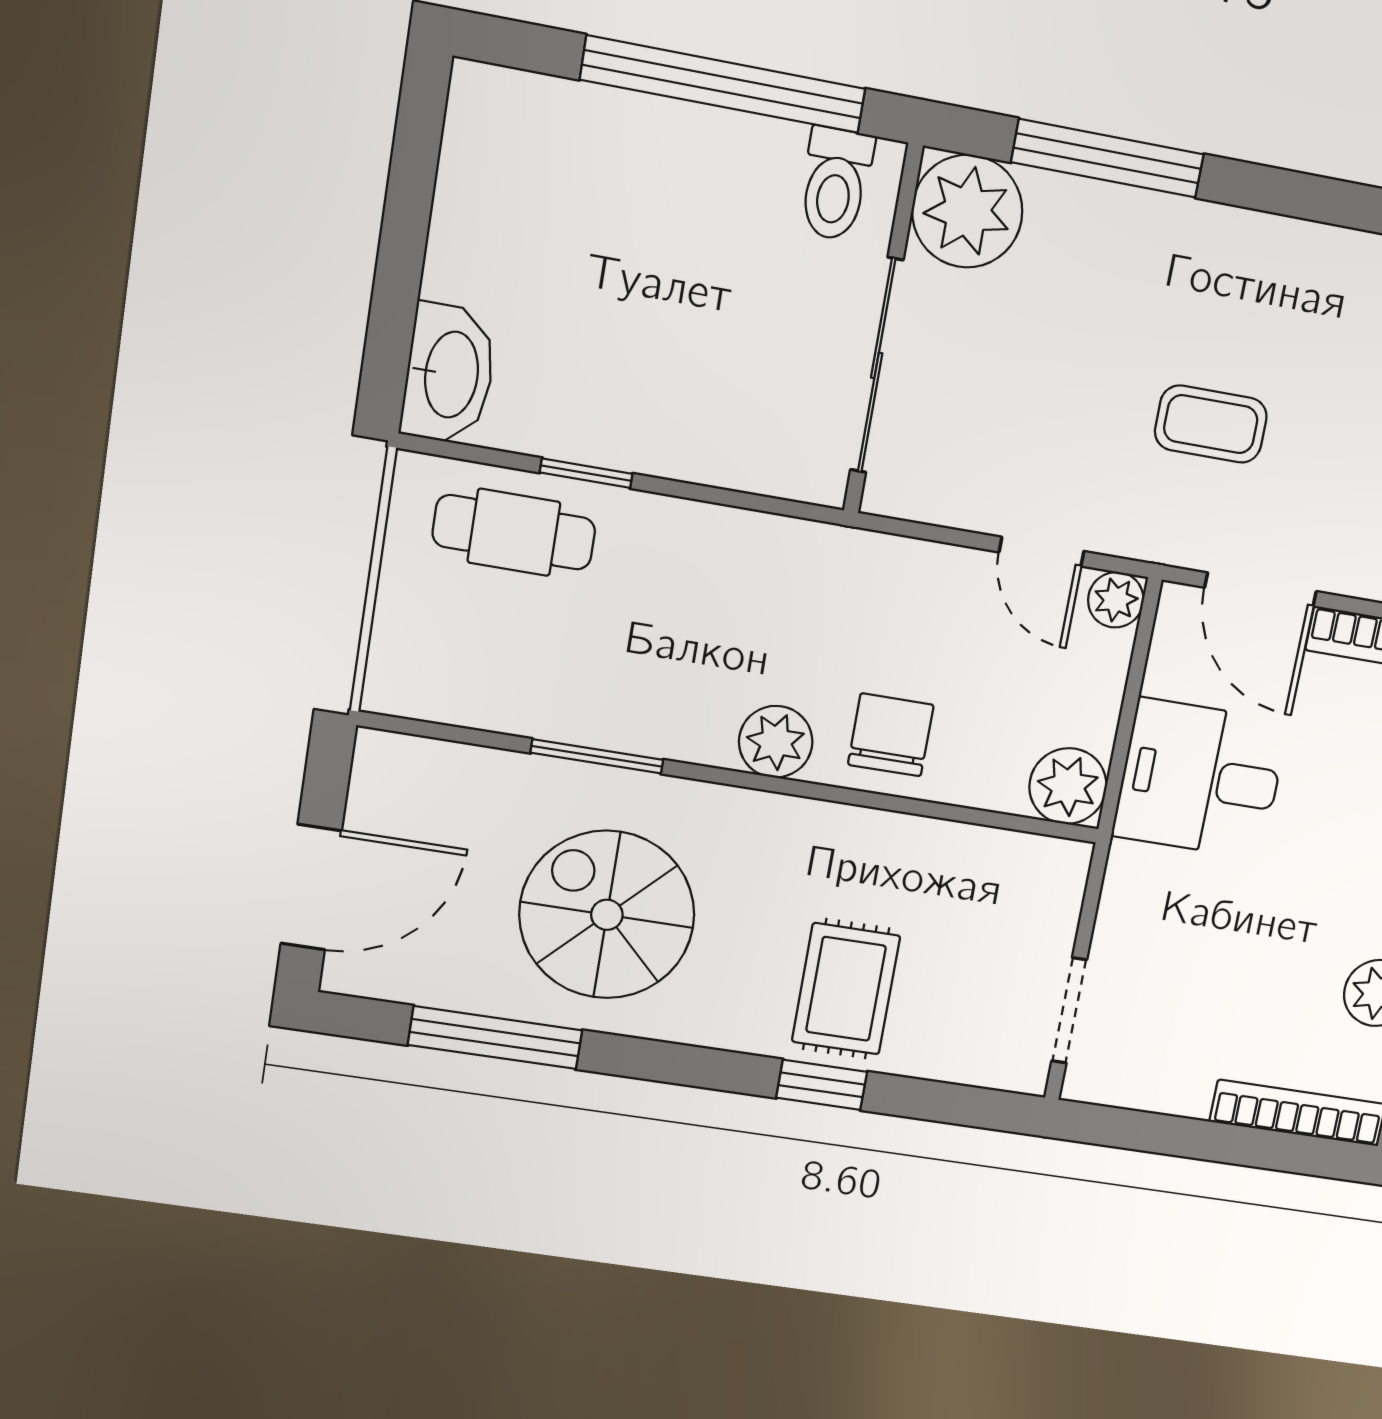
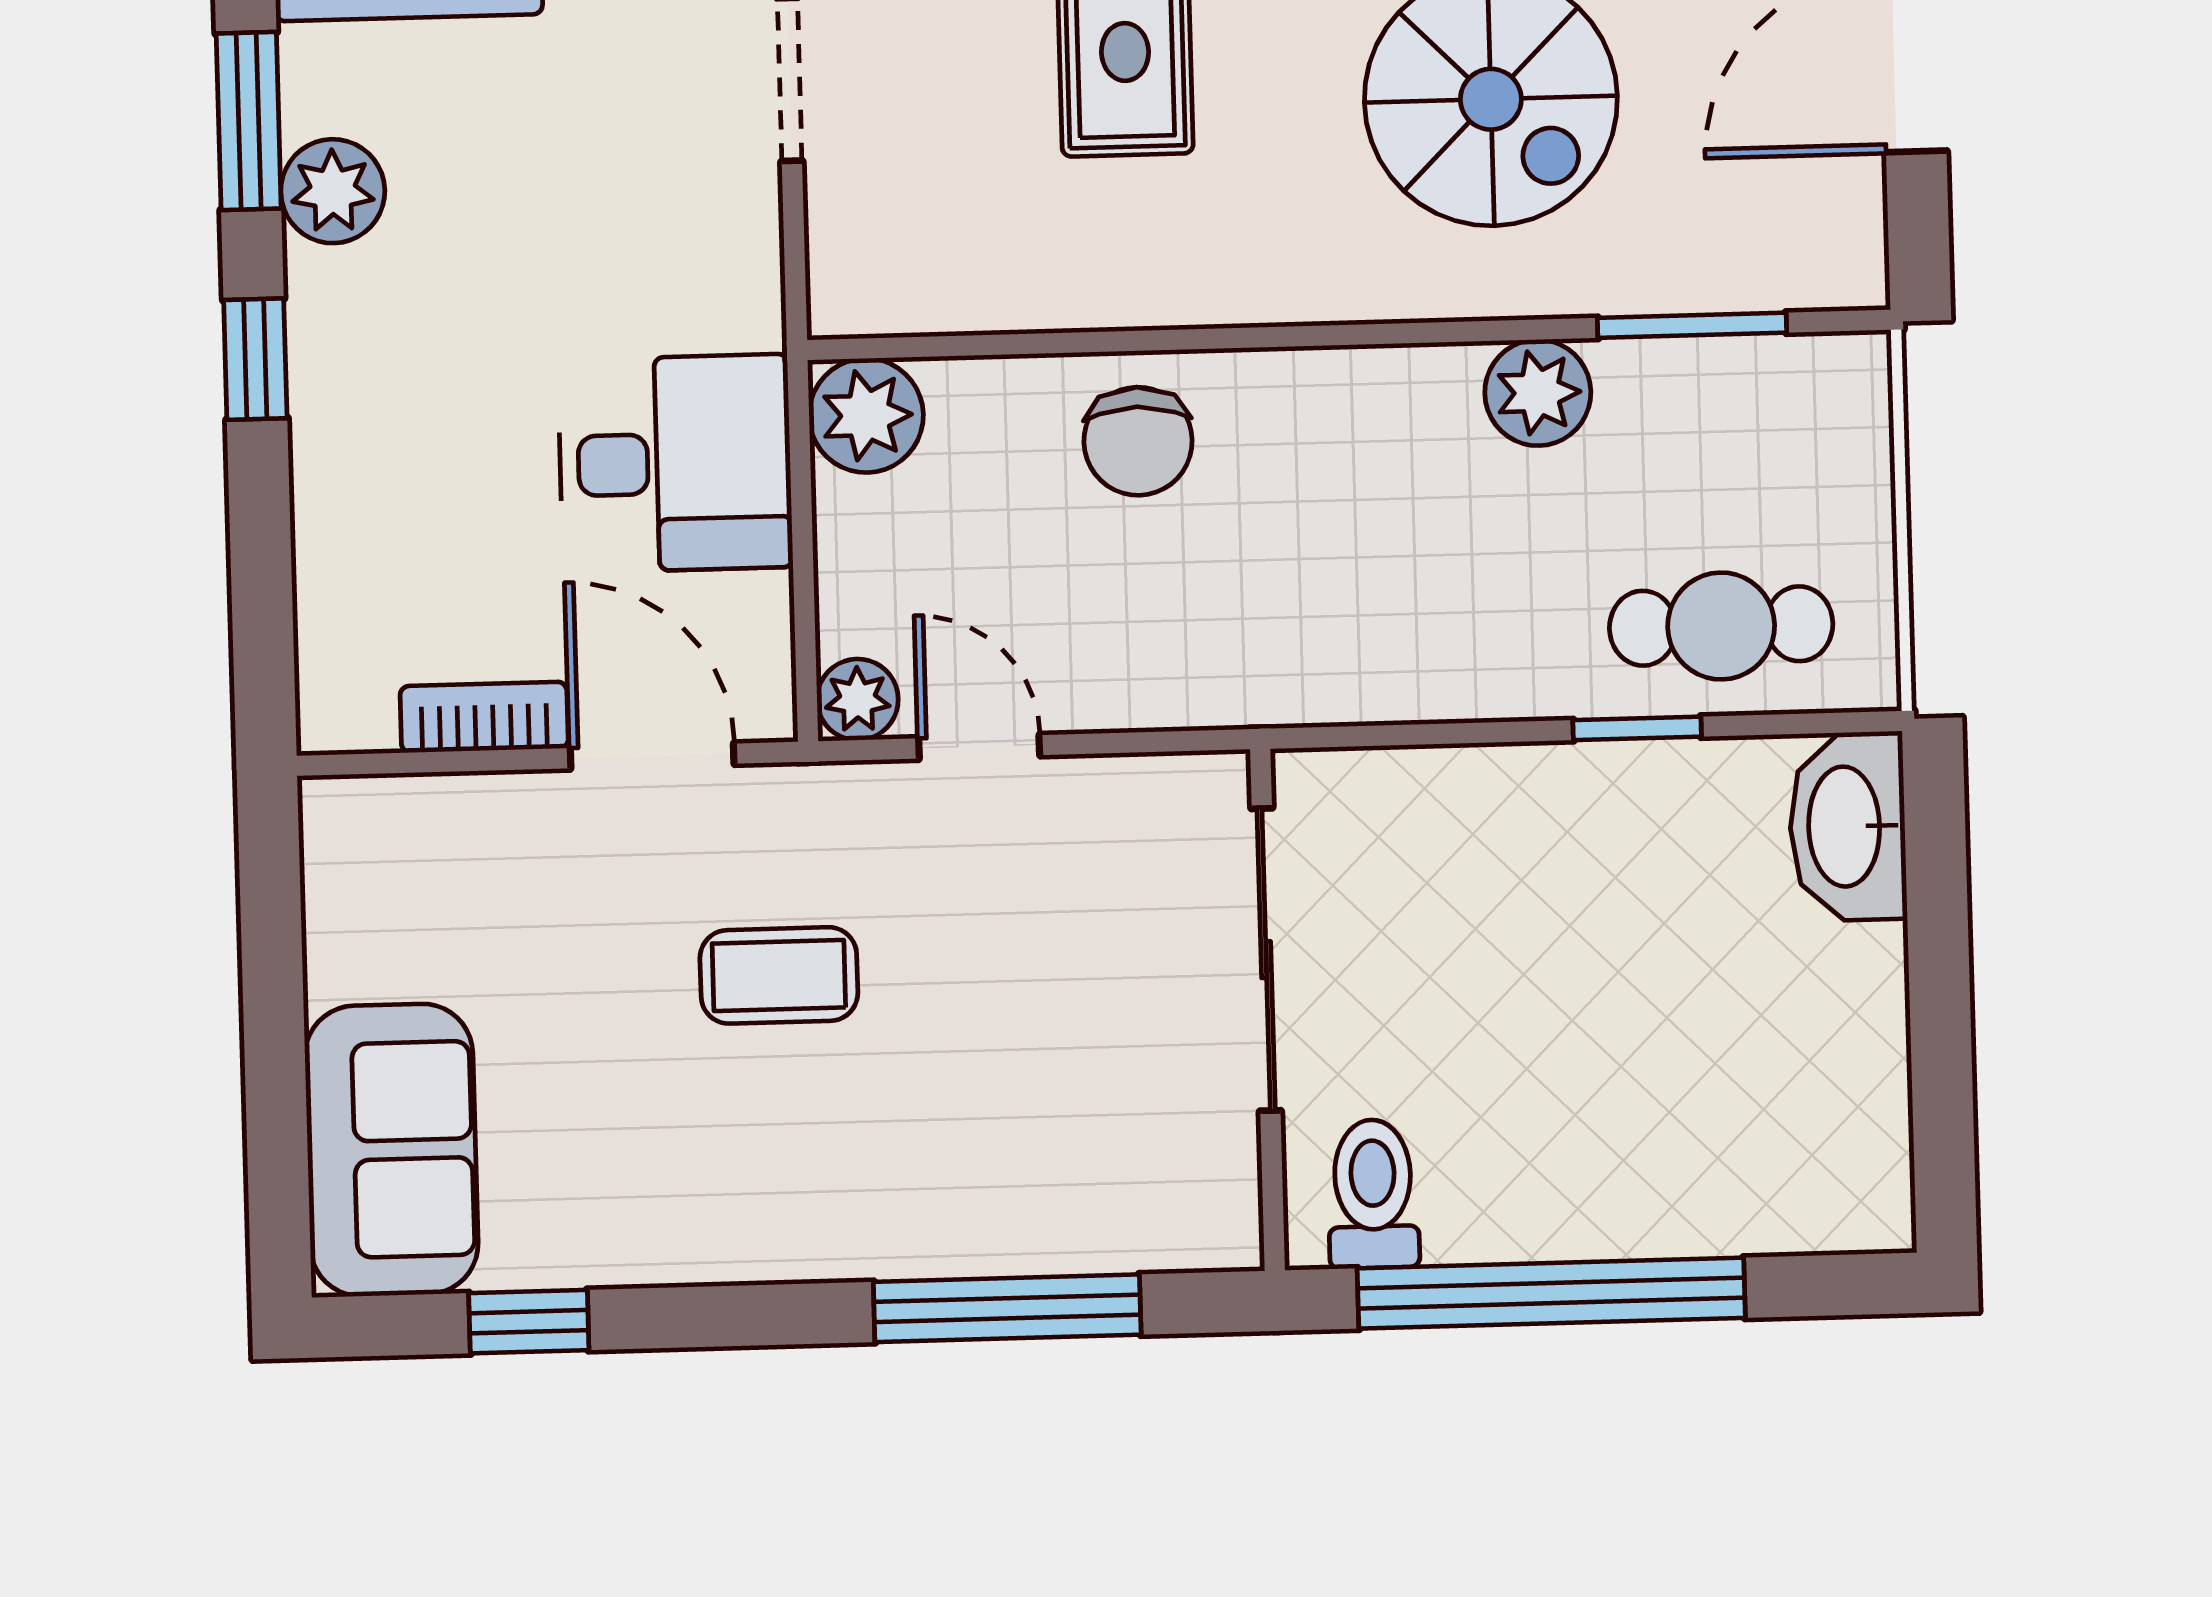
plant: (967, 211) -> (1185, 1196), removed
plant: (776, 742) -> (1538, 393), moved
window: (597, 756) -> (1692, 325), moved

